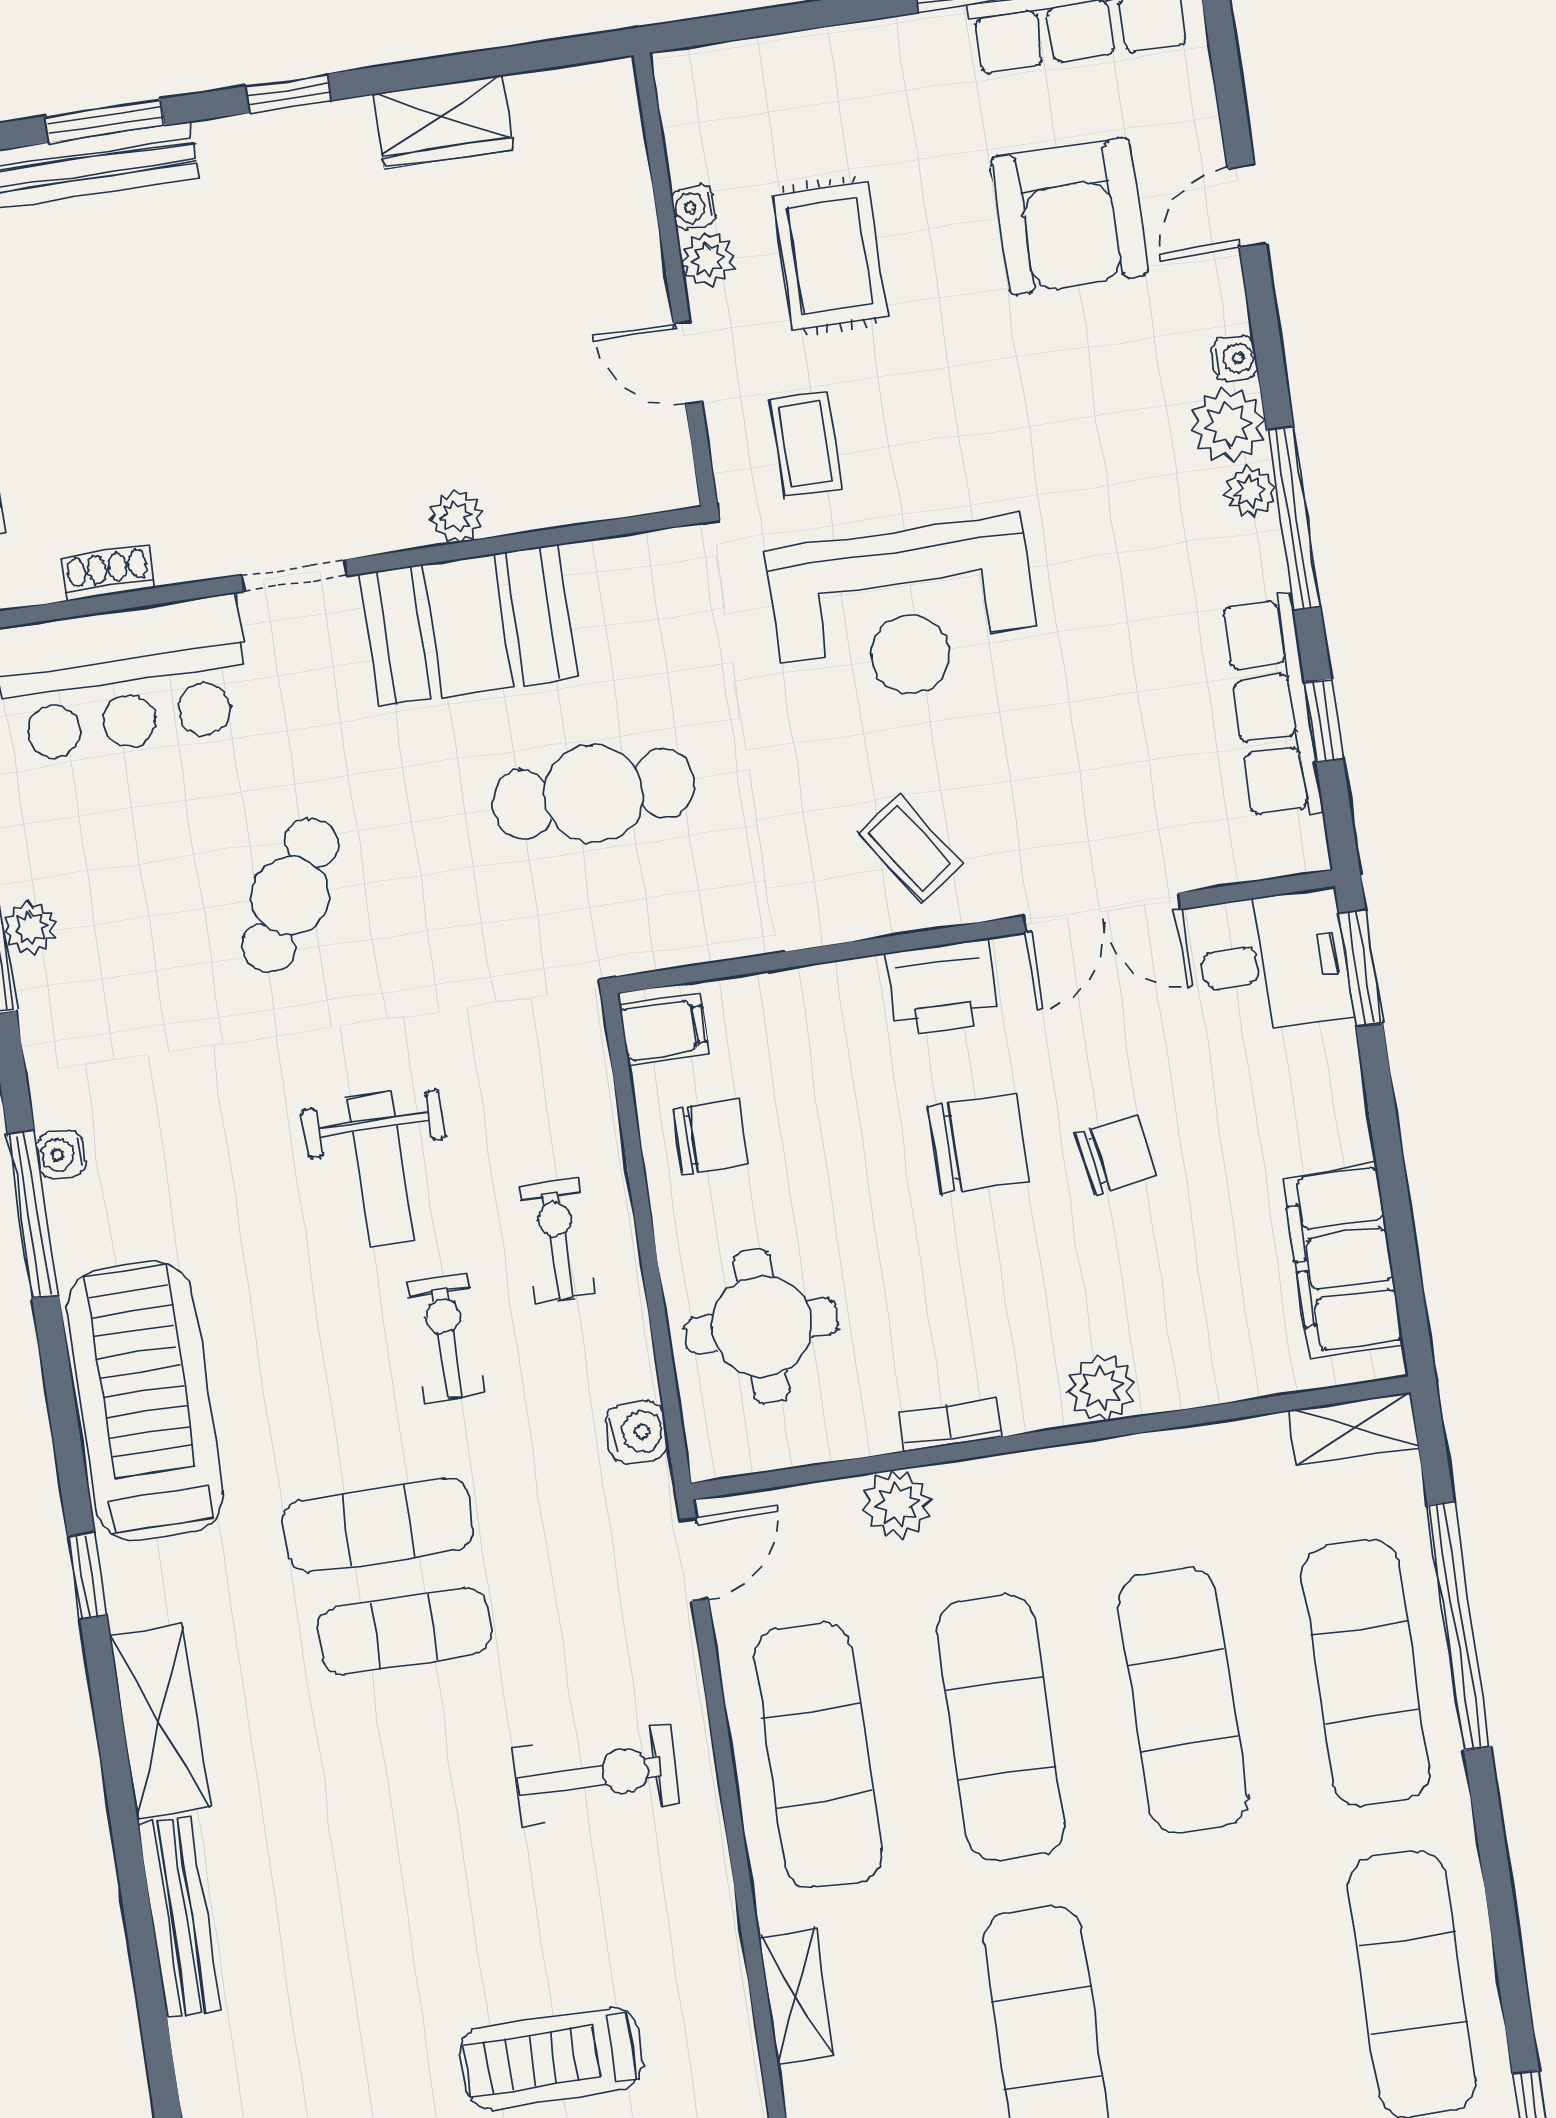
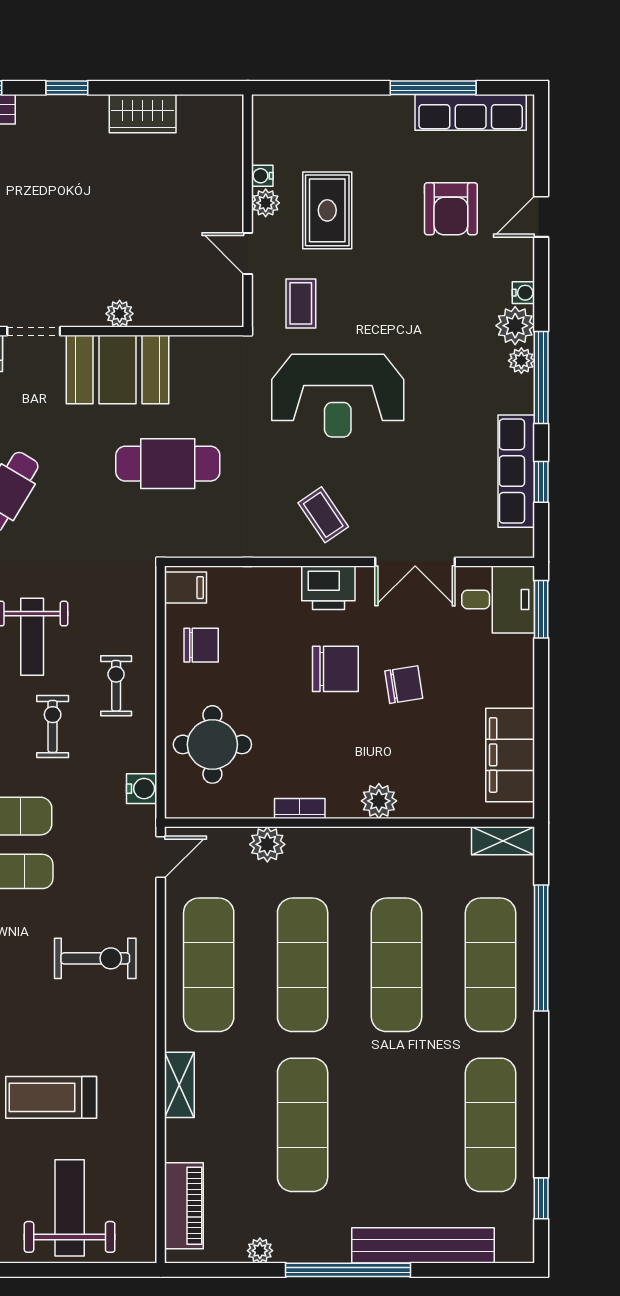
armchair: (1069, 217) -> (451, 209), width x0.73, depth x0.73

